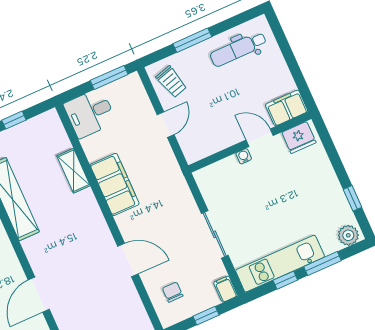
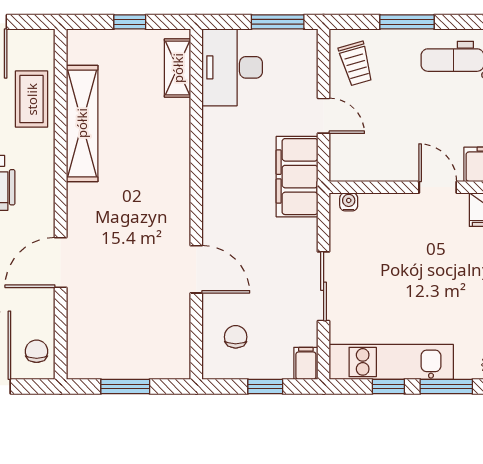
desk: (90, 113) -> (232, 67), width x1.37
door: (166, 125) -> (324, 116), hinge flipped
water cooler: (244, 156) -> (349, 202), moved
shelving: (74, 171) -> (178, 68), moved
filing cabinet: (115, 184) -> (297, 177), moved, turned 180

